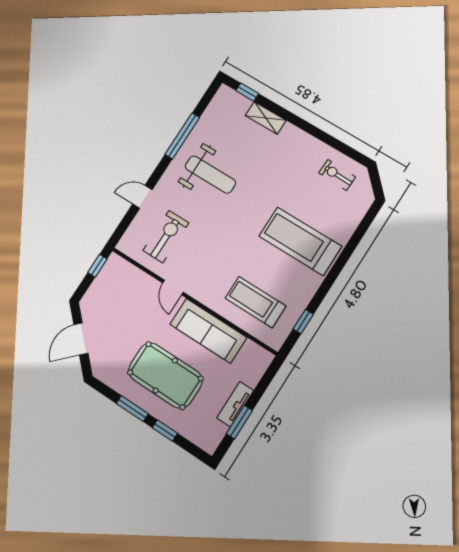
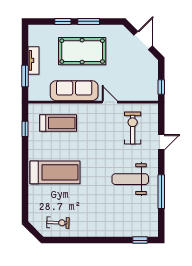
shelving: (266, 118) -> (119, 231), removed
exercise bike: (166, 237) -> (133, 128), turned 180
window: (239, 422) -> (25, 76), moved

